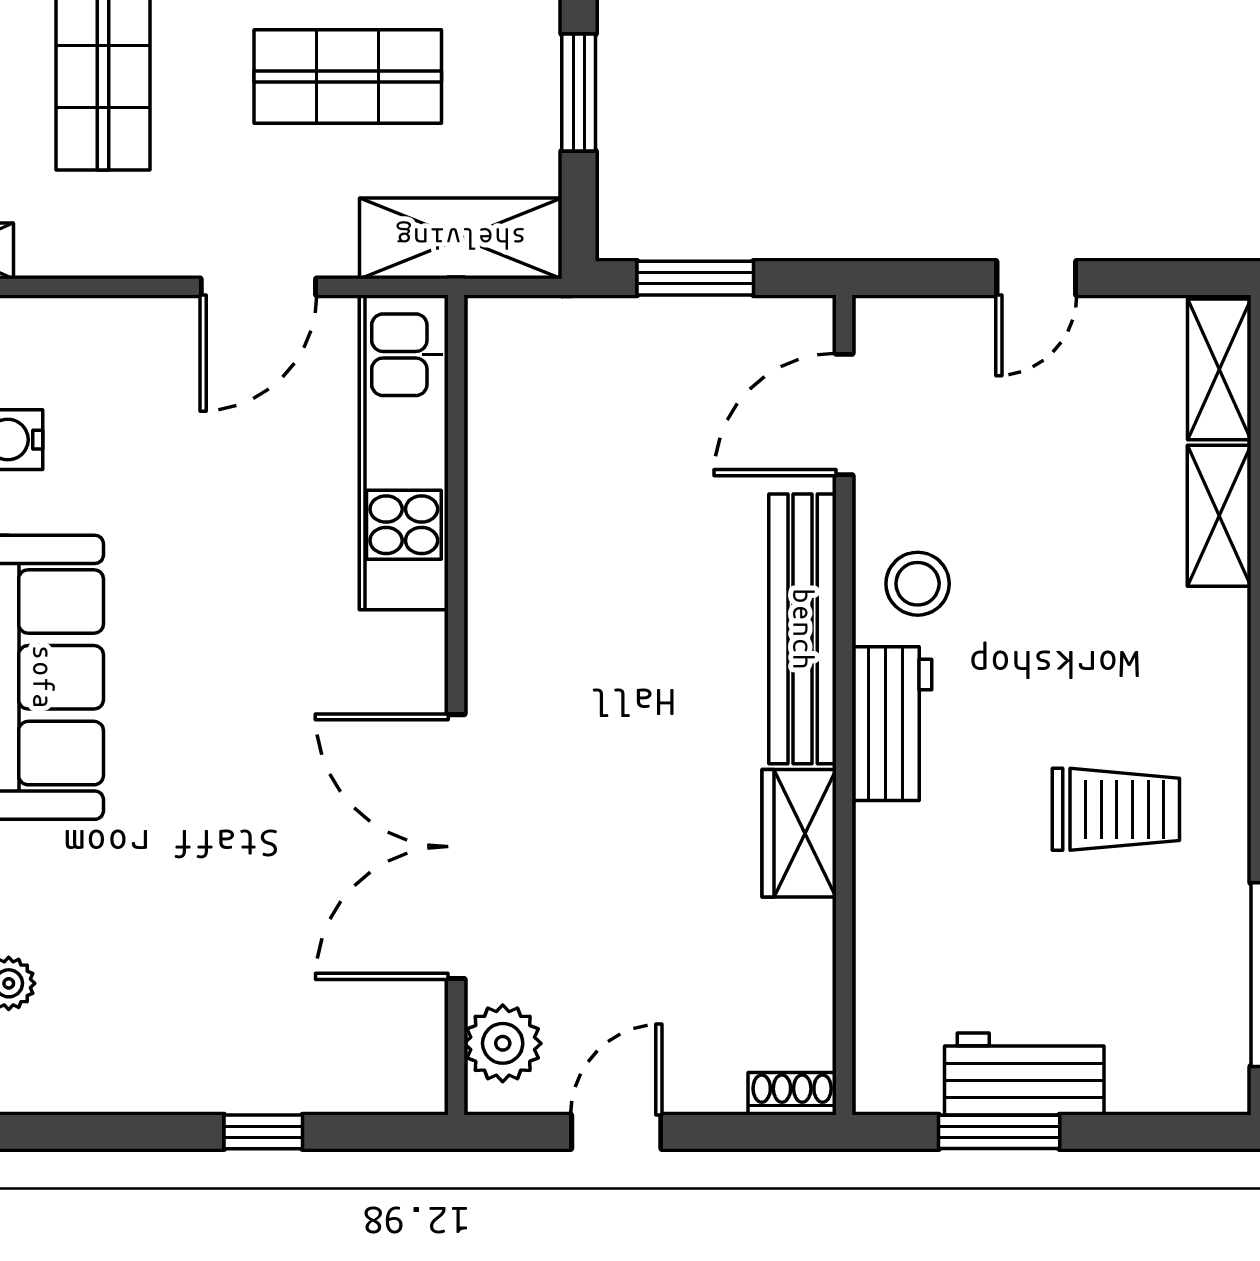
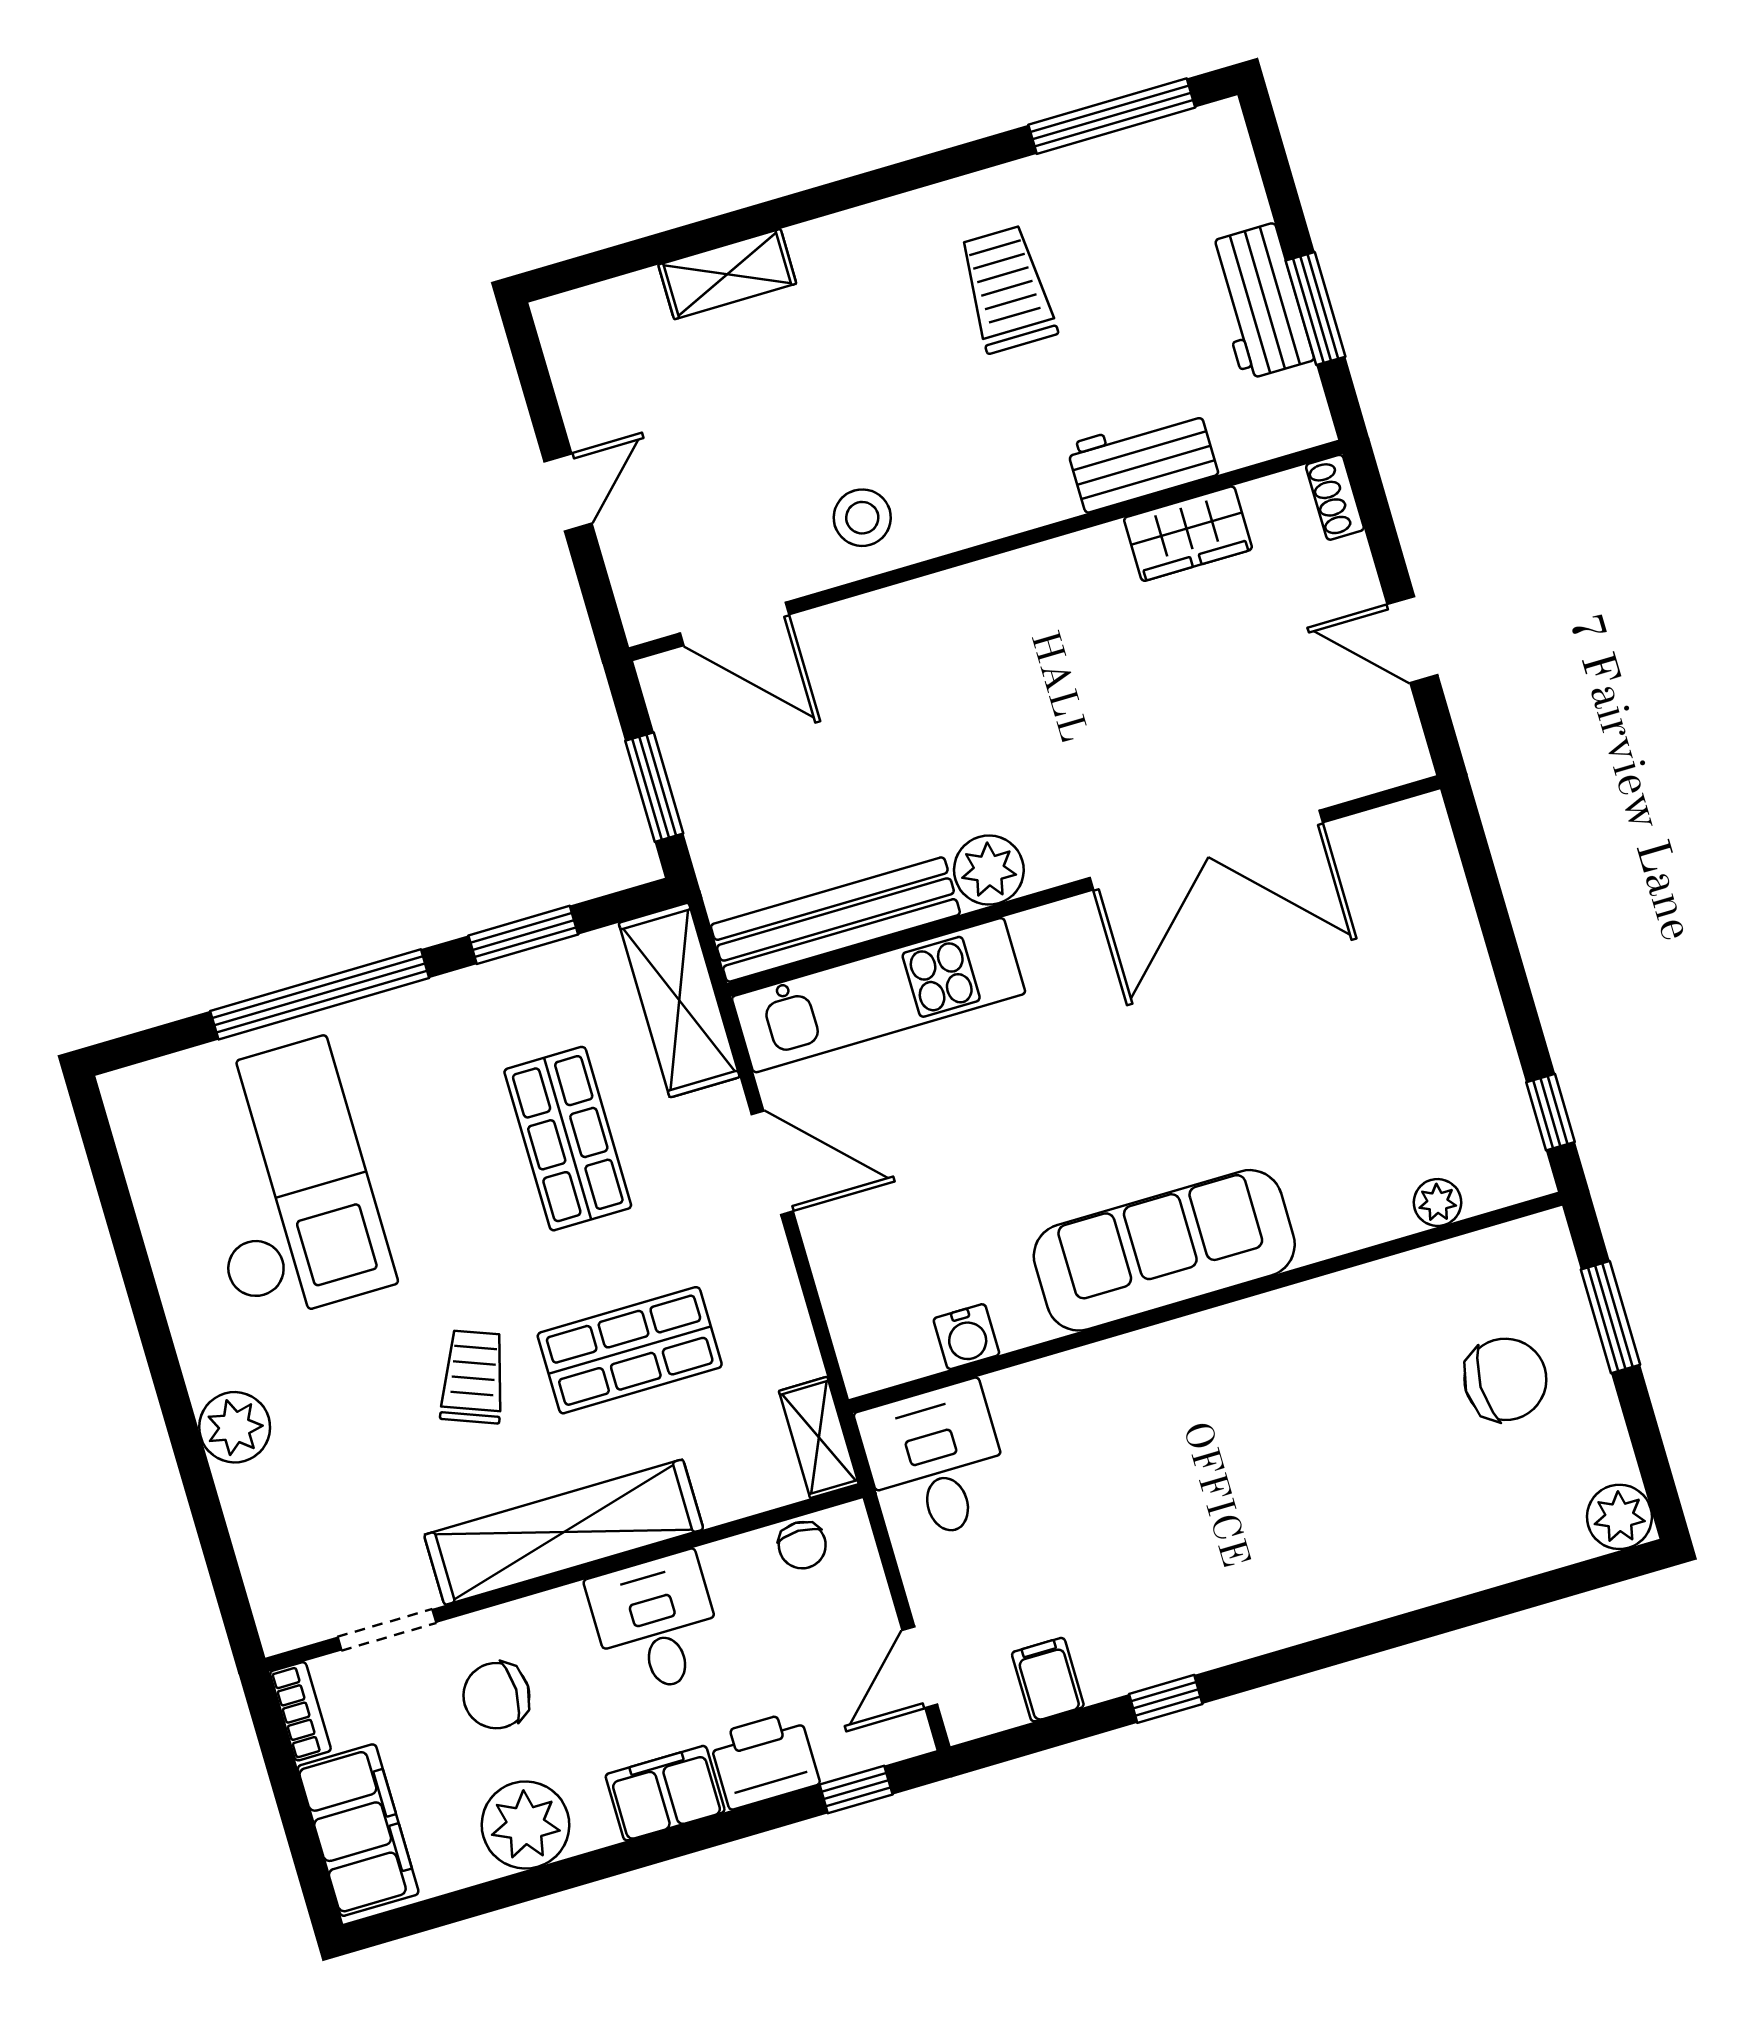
door: (1036, 278) -> (568, 492), hinge flipped
shelving: (1219, 369) -> (601, 311), removed
bench: (803, 629) -> (835, 919), moved
workbench: (892, 724) -> (1142, 460), moved
wardrobe: (799, 833) -> (1188, 534), moved
plant: (503, 1043) -> (989, 870), moved
window: (263, 1132) -> (1550, 1112), moved

